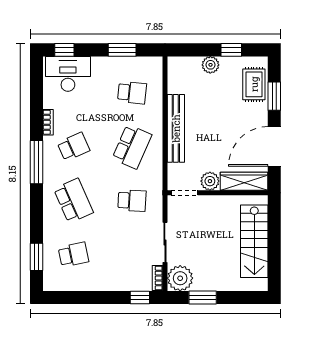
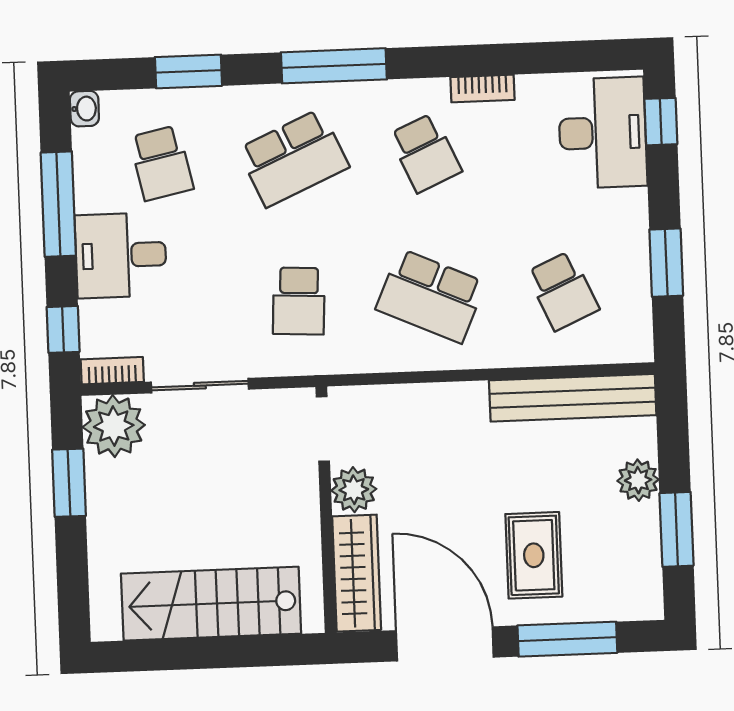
window: (231, 50) -> (676, 529), width x1.50
rug: (254, 84) -> (534, 555), moved, turned 90
school desk: (132, 93) -> (563, 291), turned -30
window: (274, 96) -> (567, 639), width x1.44
bench: (176, 128) -> (573, 398), moved
window: (36, 162) -> (334, 66), moved
window: (36, 257) -> (188, 71), moved
desk: (110, 273) -> (121, 255), added
washbasin: (50, 285) -> (84, 109), added
window: (89, 297) -> (58, 204), added

